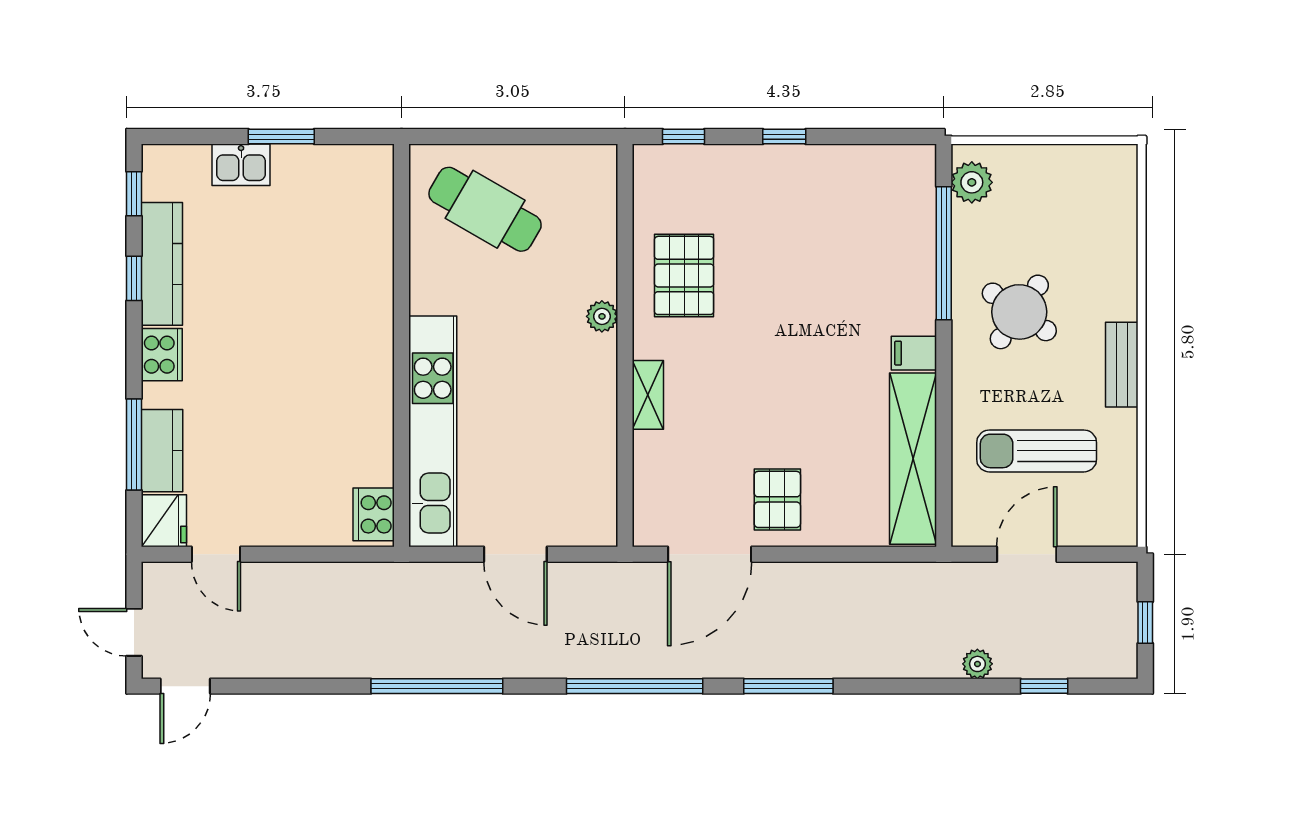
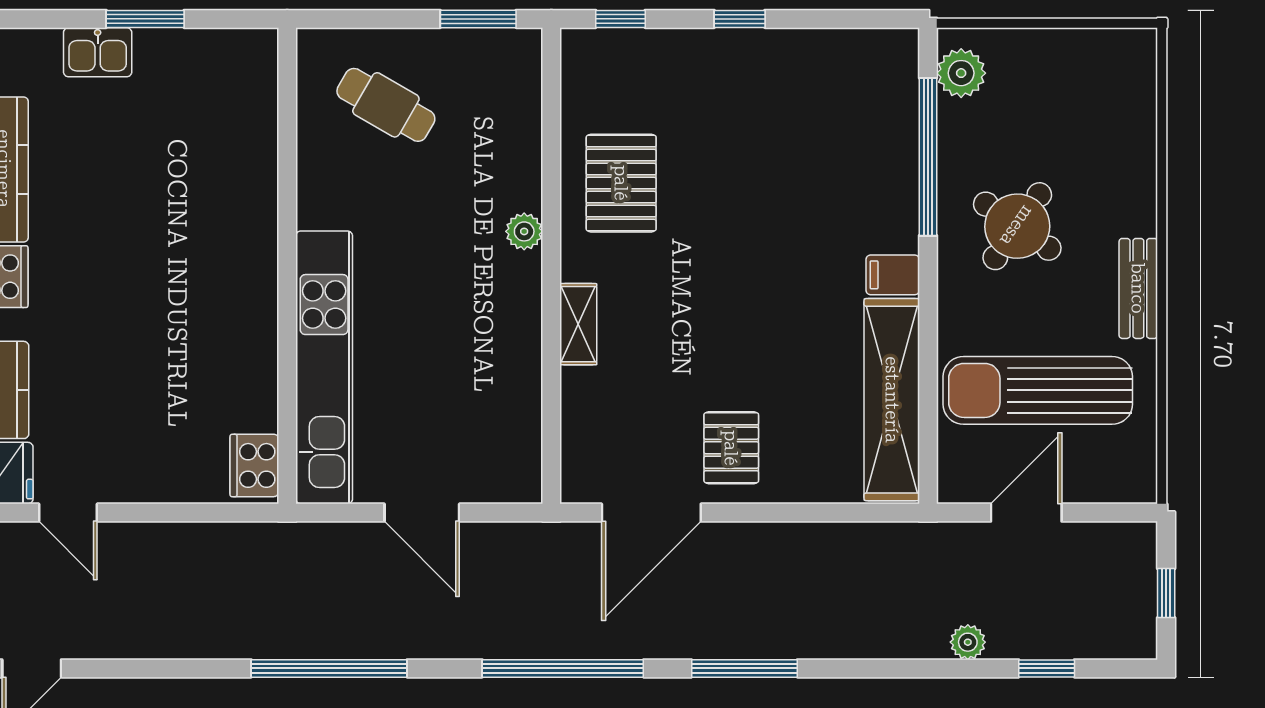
window: (563, 137) -> (478, 19), added
cafe table: (485, 209) -> (386, 105), width x0.73, depth x0.74
sun lounger: (1037, 451) -> (1038, 390), width x1.36, depth x1.34

